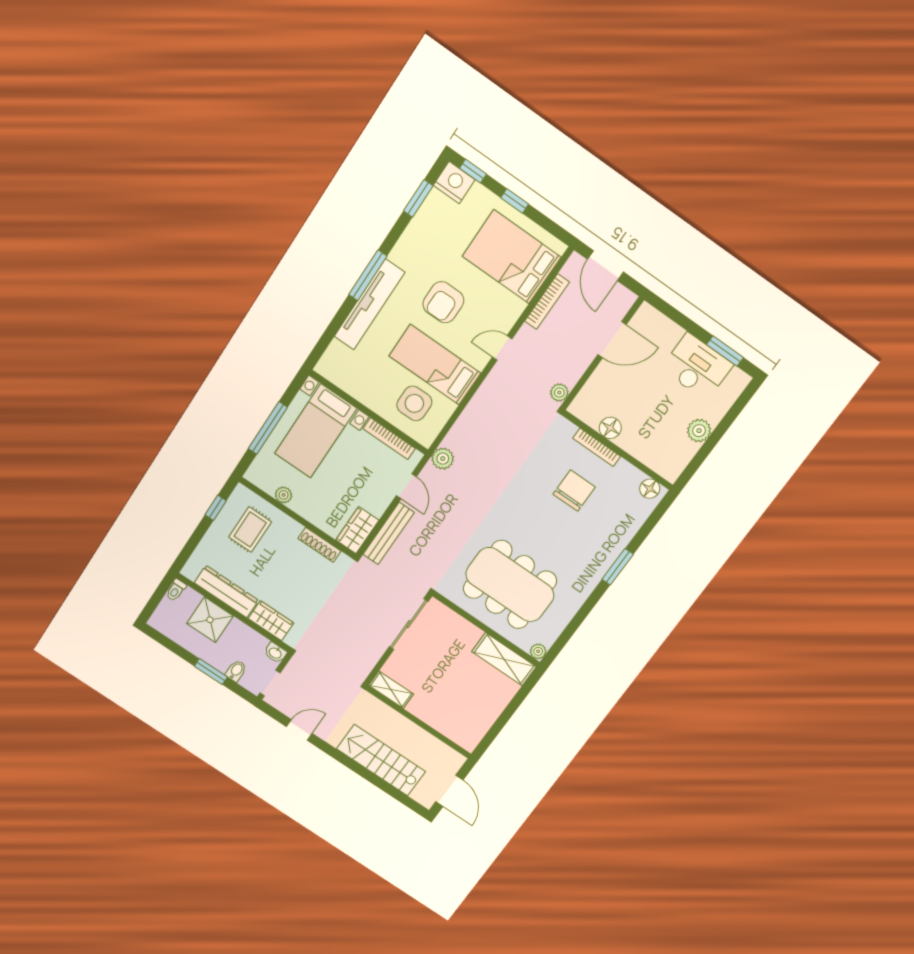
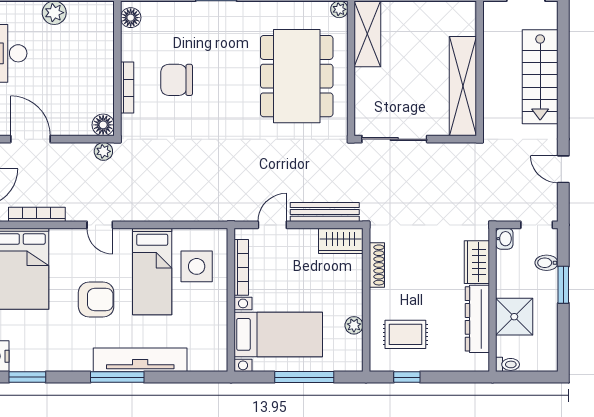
floor lamp: (610, 428) -> (103, 125), moved
plant: (443, 459) -> (227, 210), removed
shelving: (391, 690) -> (463, 86), width x2.20, depth x1.33

